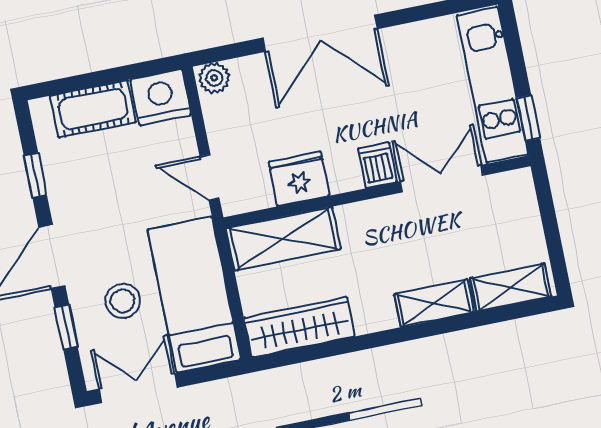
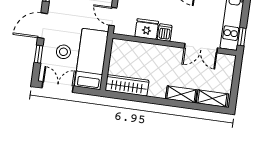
dishwasher: (377, 165) -> (165, 33), moved
double door: (442, 179) -> (201, 48), swing flipped
shelving: (283, 239) -> (133, 50), removed

